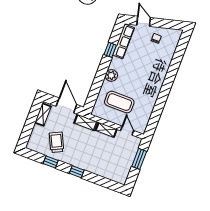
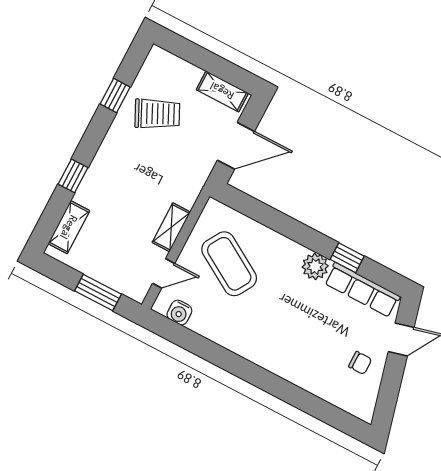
plant: (111, 75) -> (315, 266), moved
coffee table: (119, 102) -> (229, 264), turned -59
water cooler: (144, 121) -> (179, 313), added
shelving: (86, 122) -> (69, 227), moved
window: (77, 172) -> (73, 176), moved

